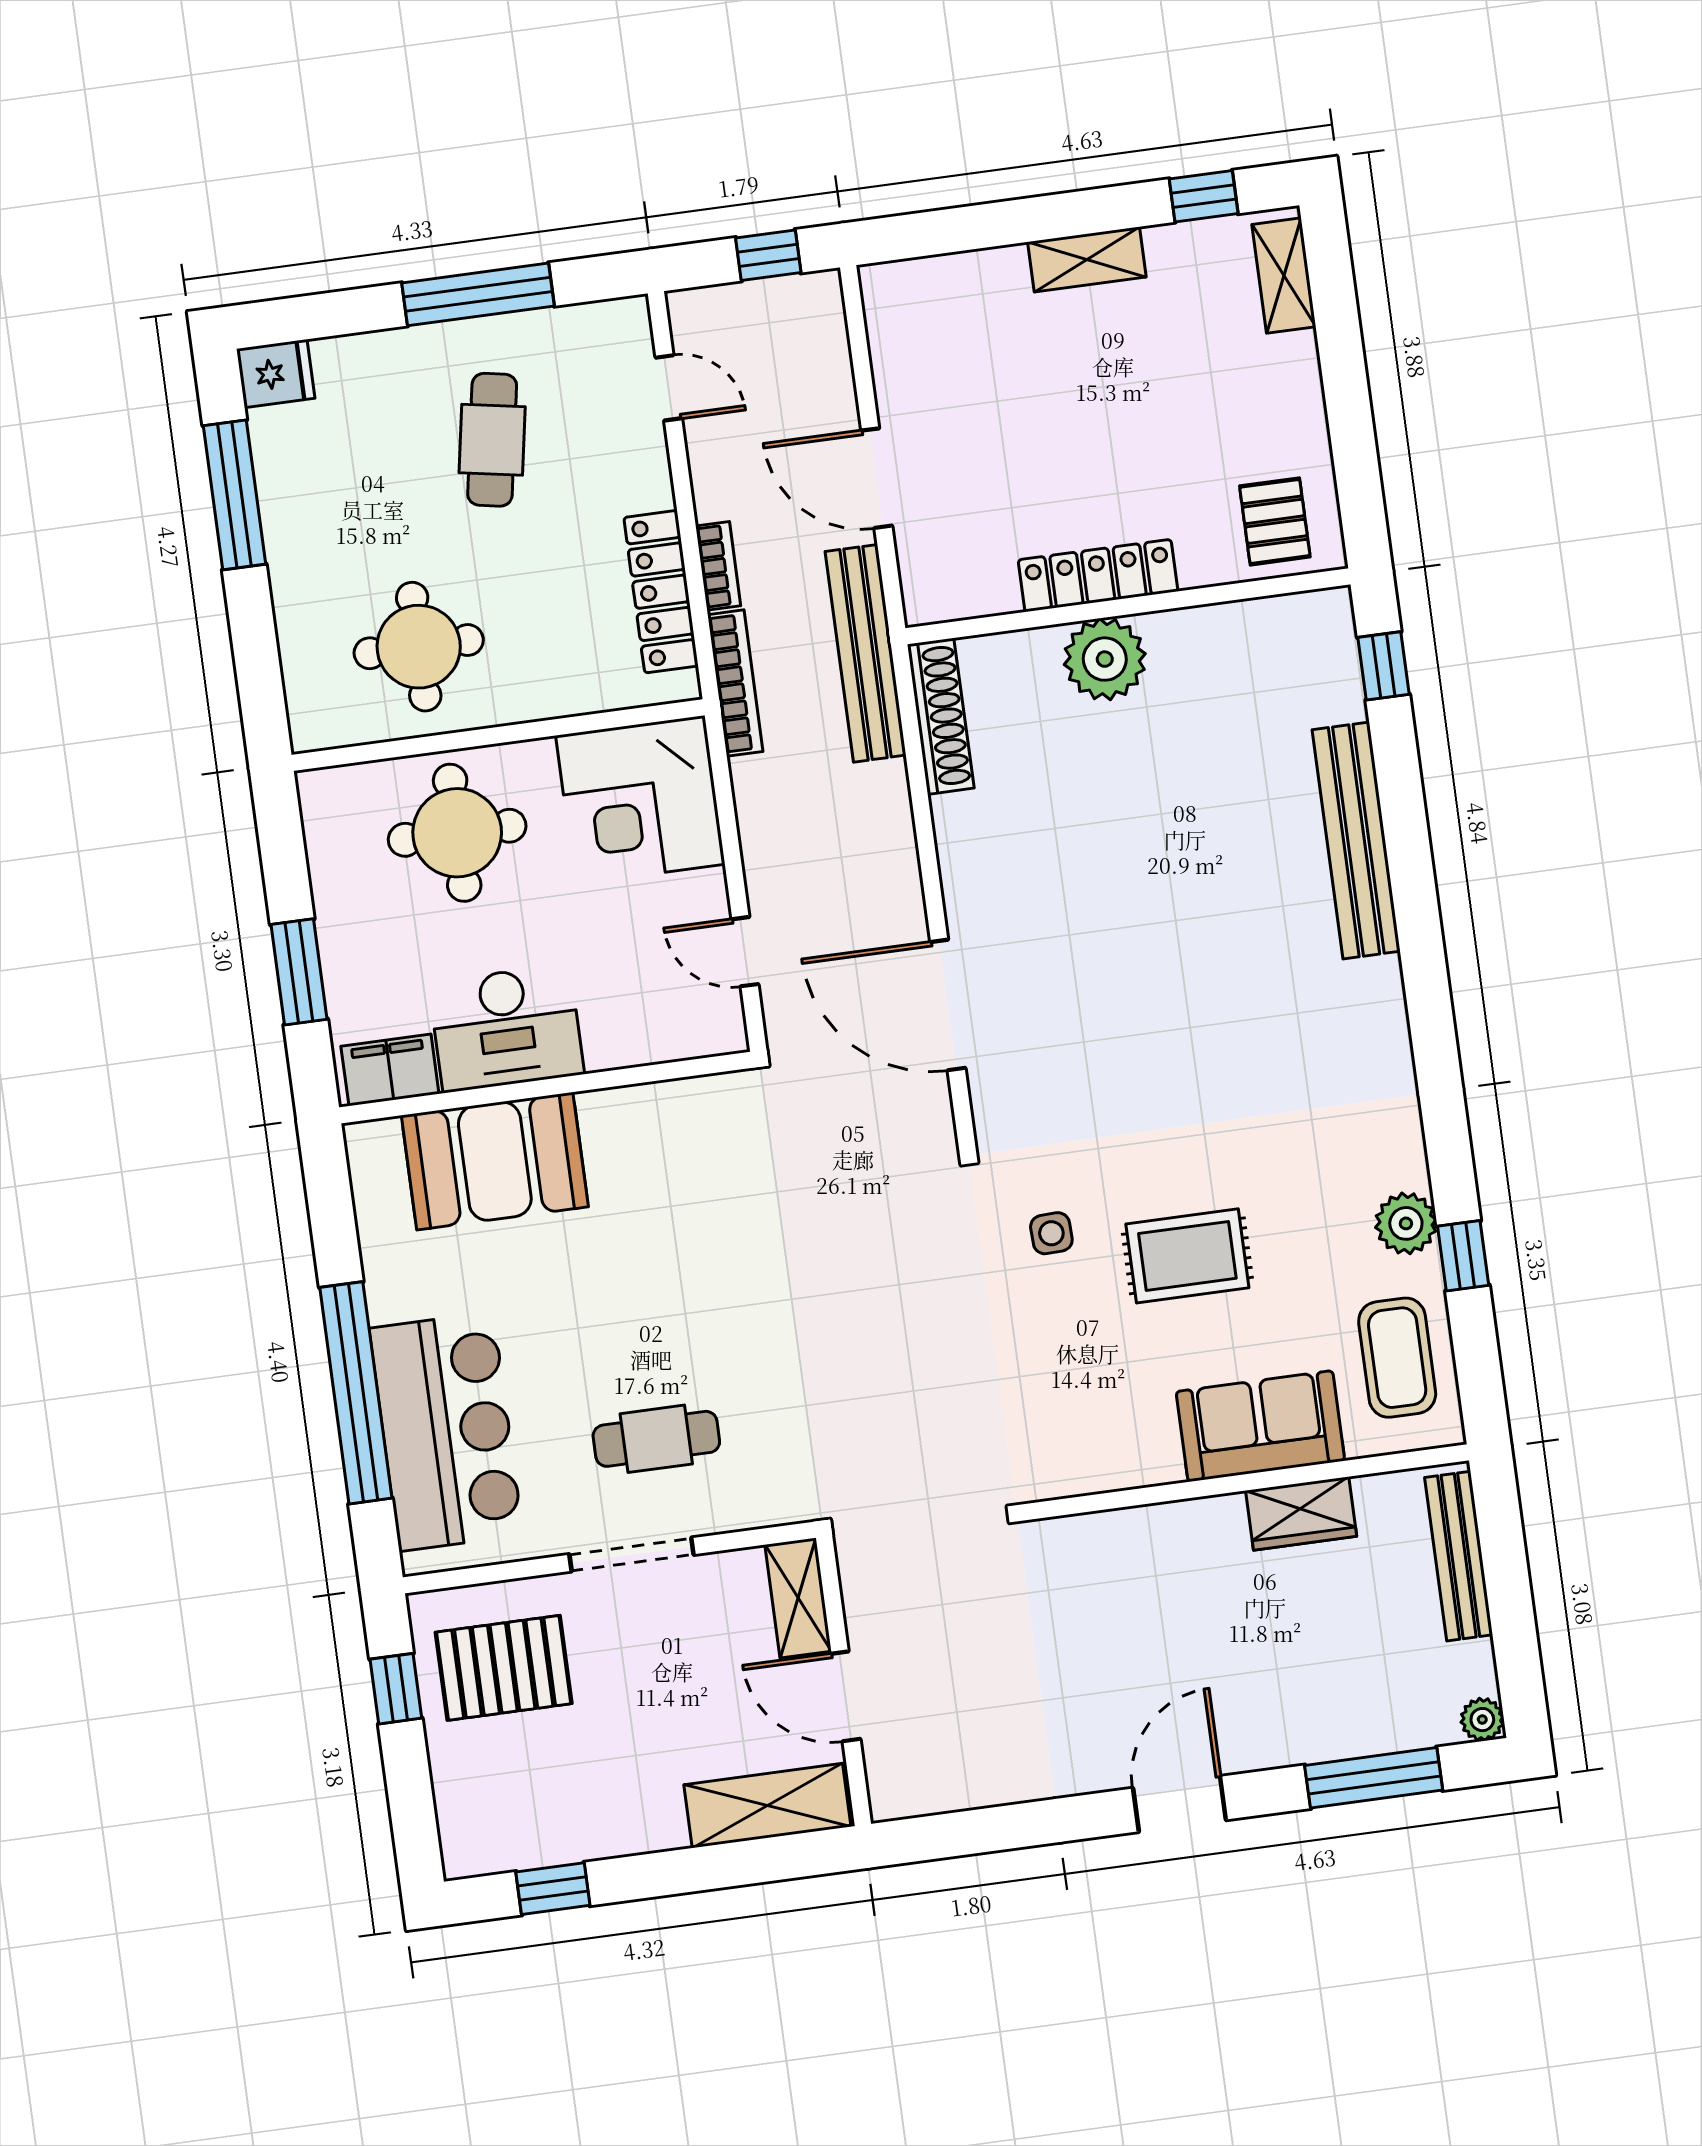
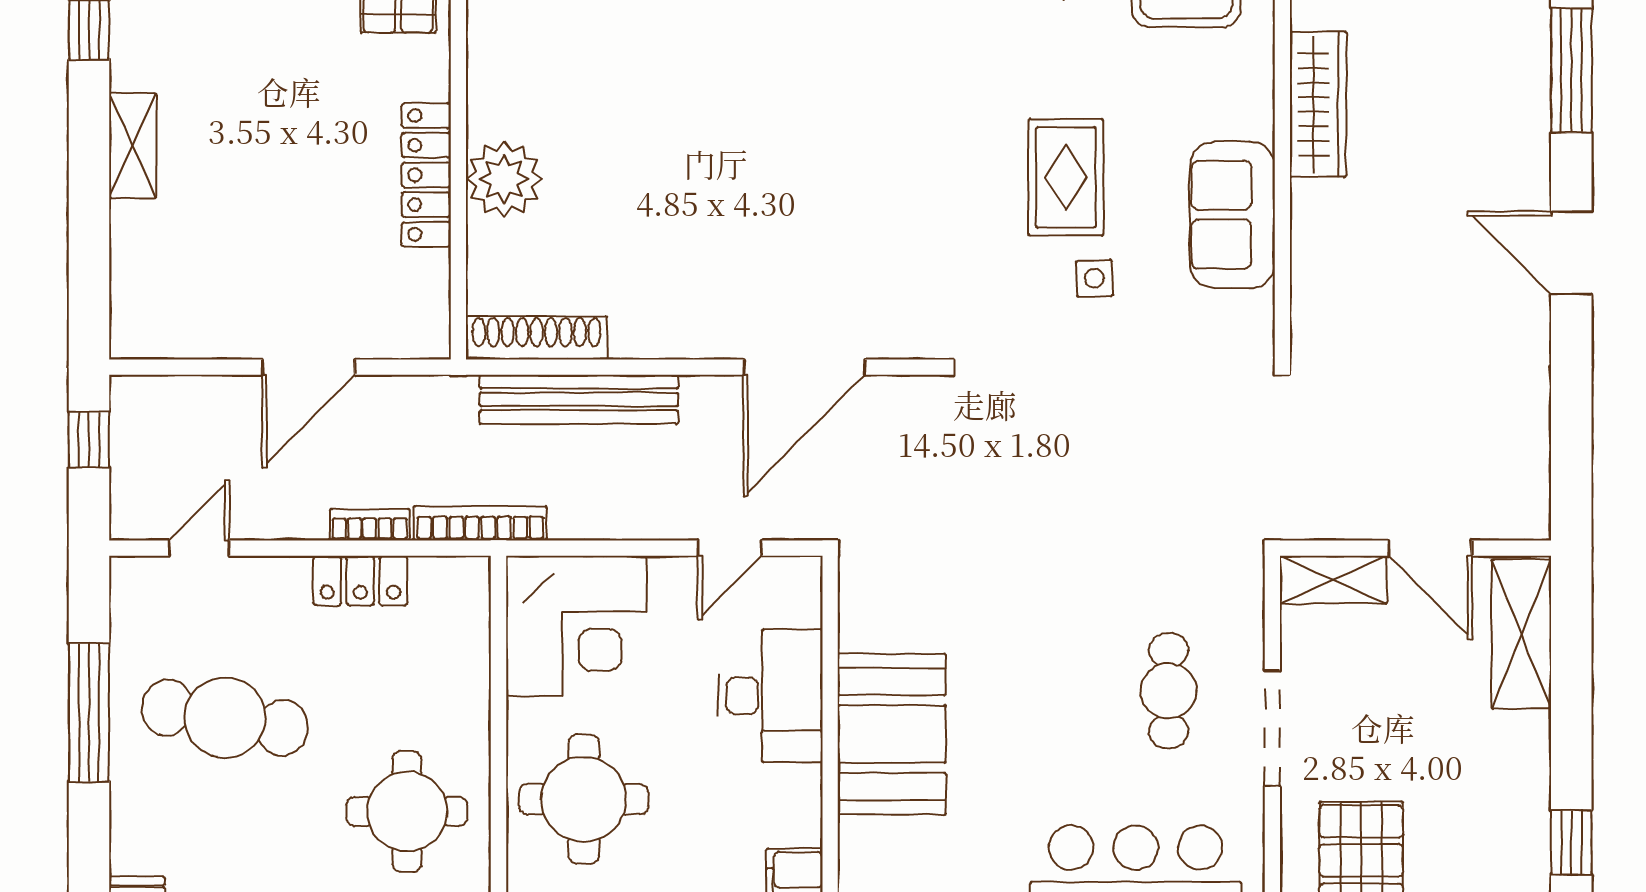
cafe table: (492, 440) -> (225, 718), width x1.37, depth x1.35
locker: (661, 592) -> (360, 581), width x0.66
bench: (865, 653) -> (579, 399), moved
desk: (506, 1028) -> (770, 696), moved
booth: (495, 1161) -> (892, 734), moved
side table: (1051, 1233) -> (1094, 278), moved
sofa: (1260, 1426) -> (1232, 215), moved
wardrobe: (1301, 1513) -> (1318, 104), width x1.50
door: (846, 1696) -> (1430, 548), hinge flipped

